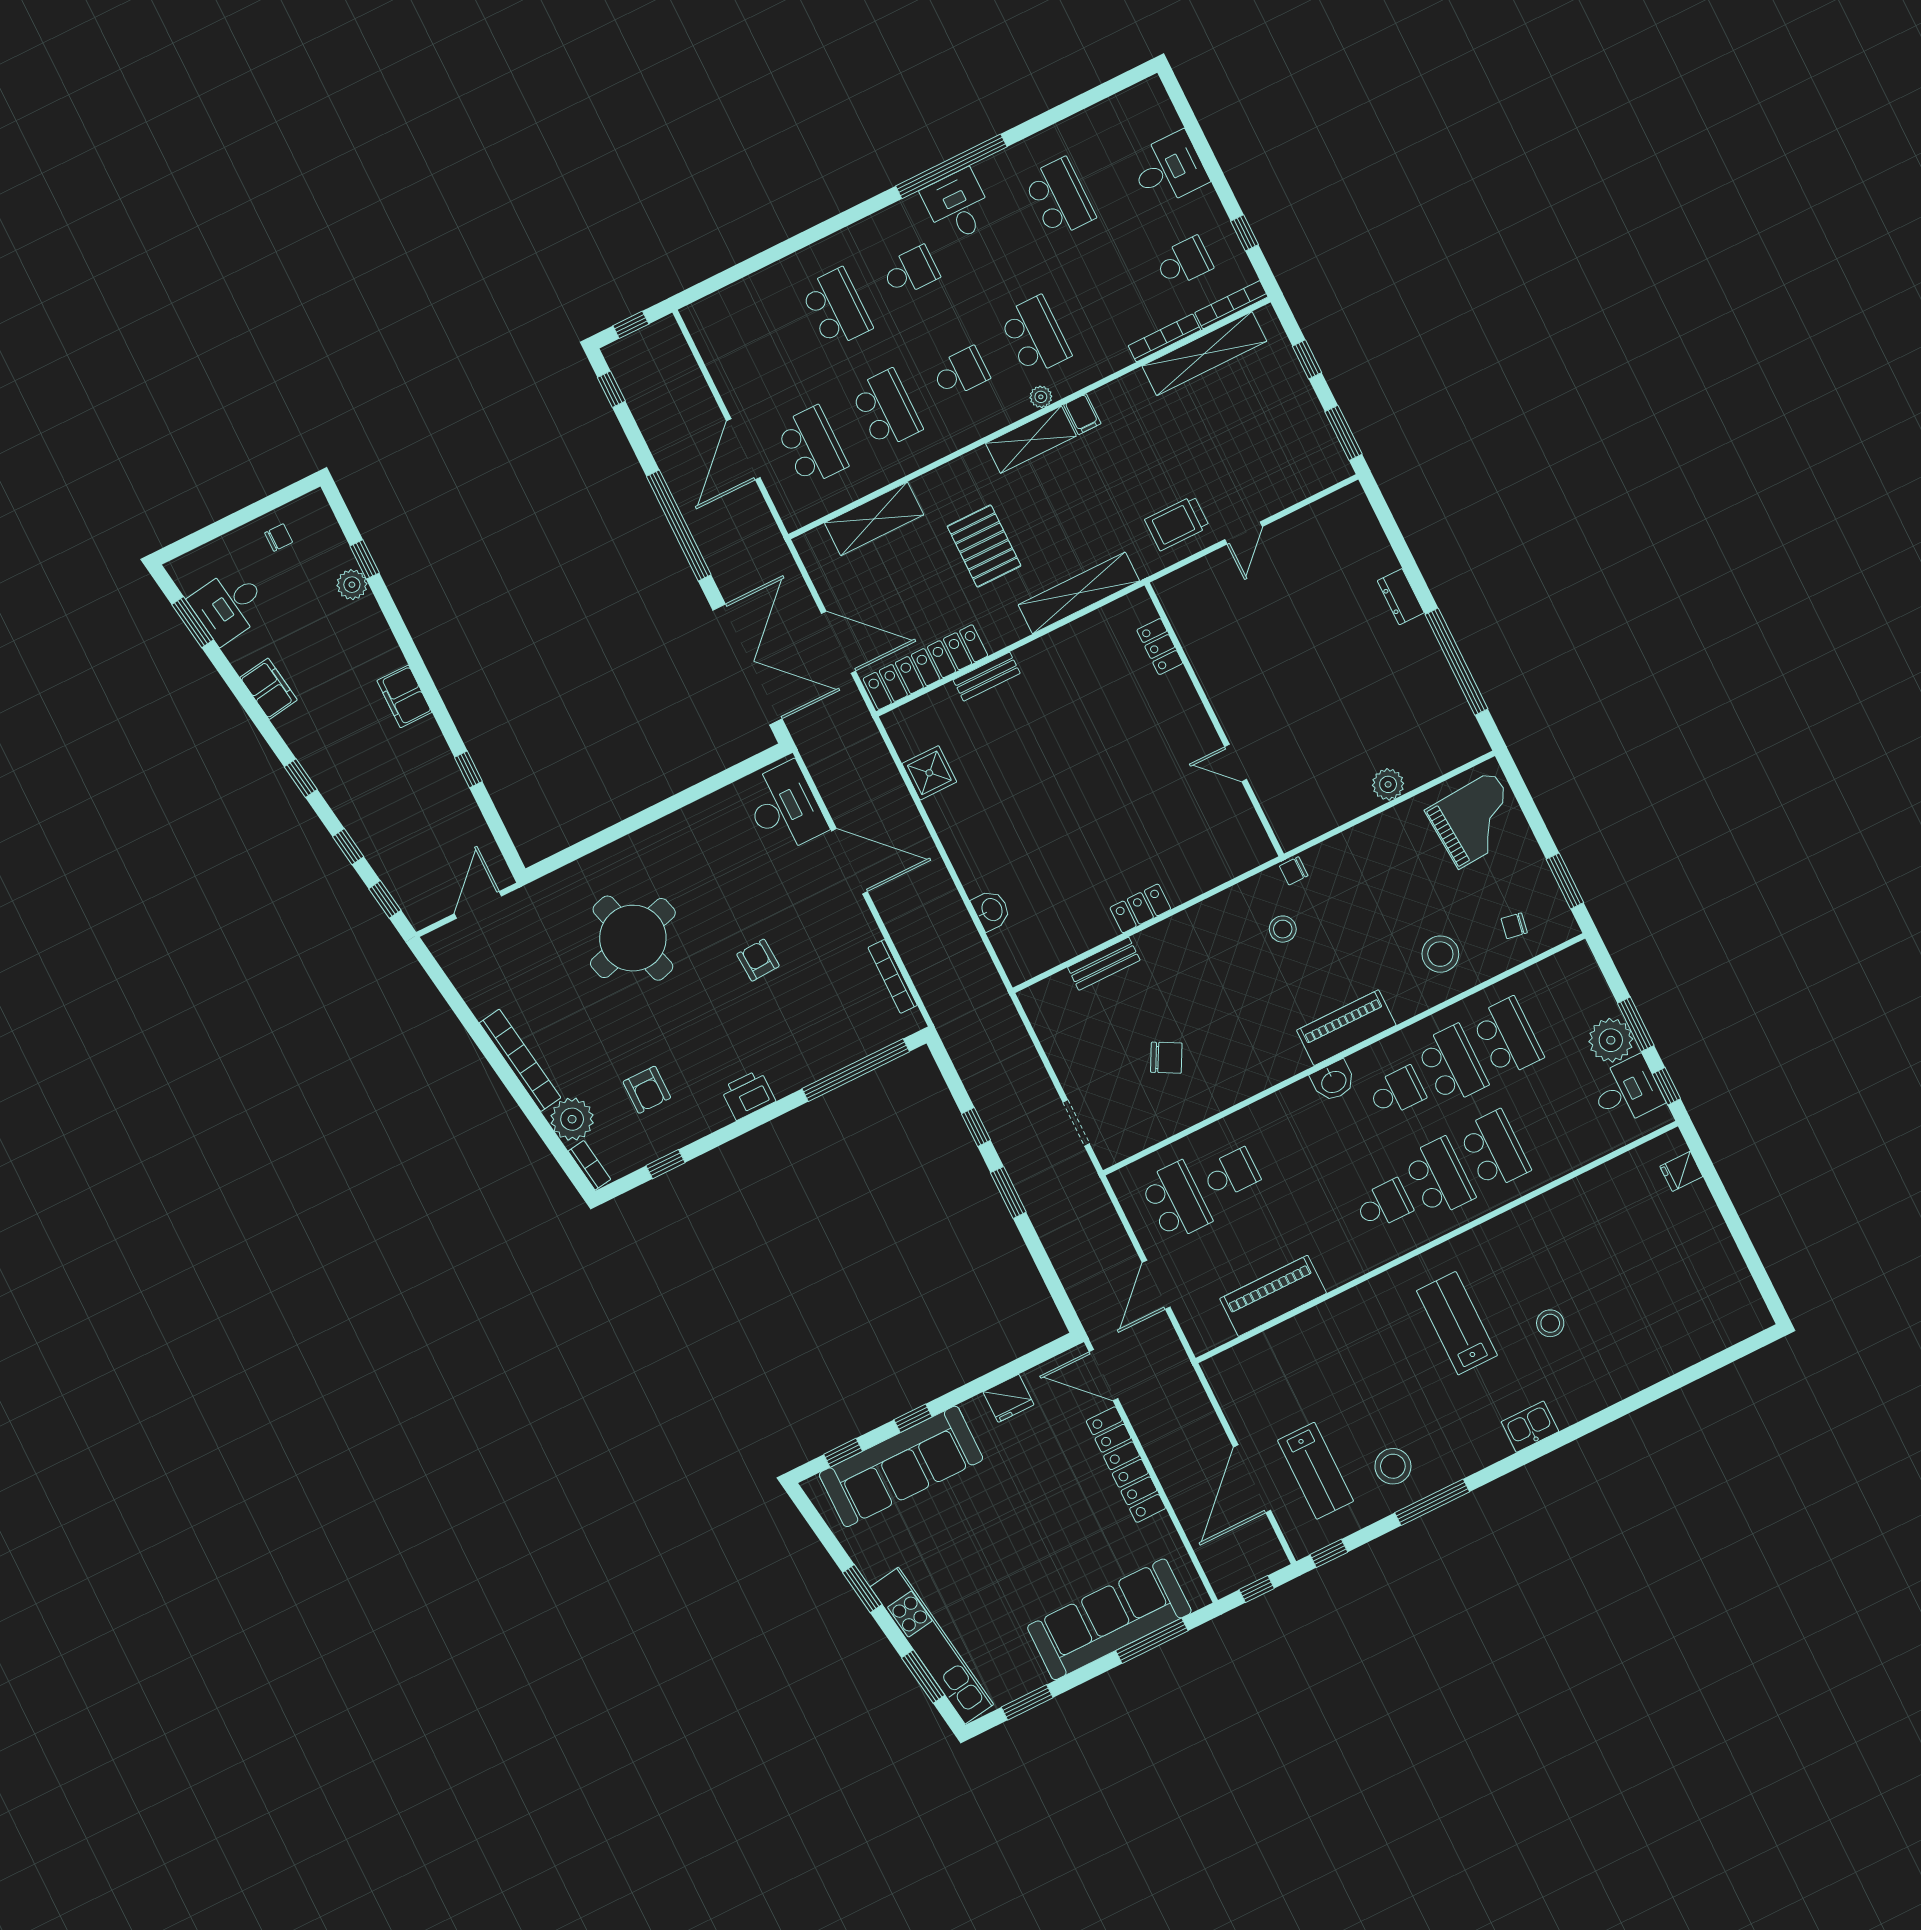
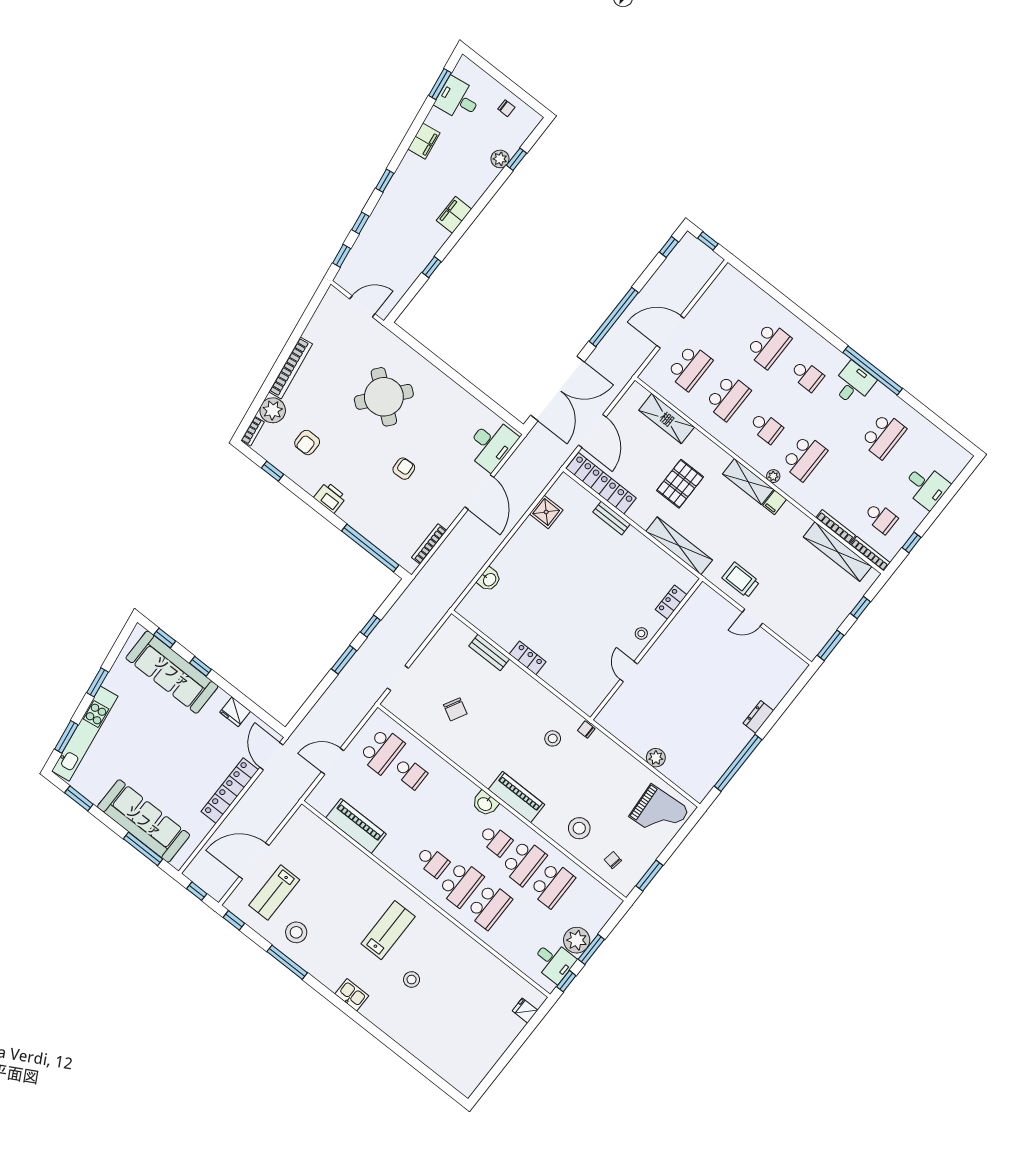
stool: (1186, 715) -> (641, 633), added
round table: (633, 938) -> (384, 397), turned -35

